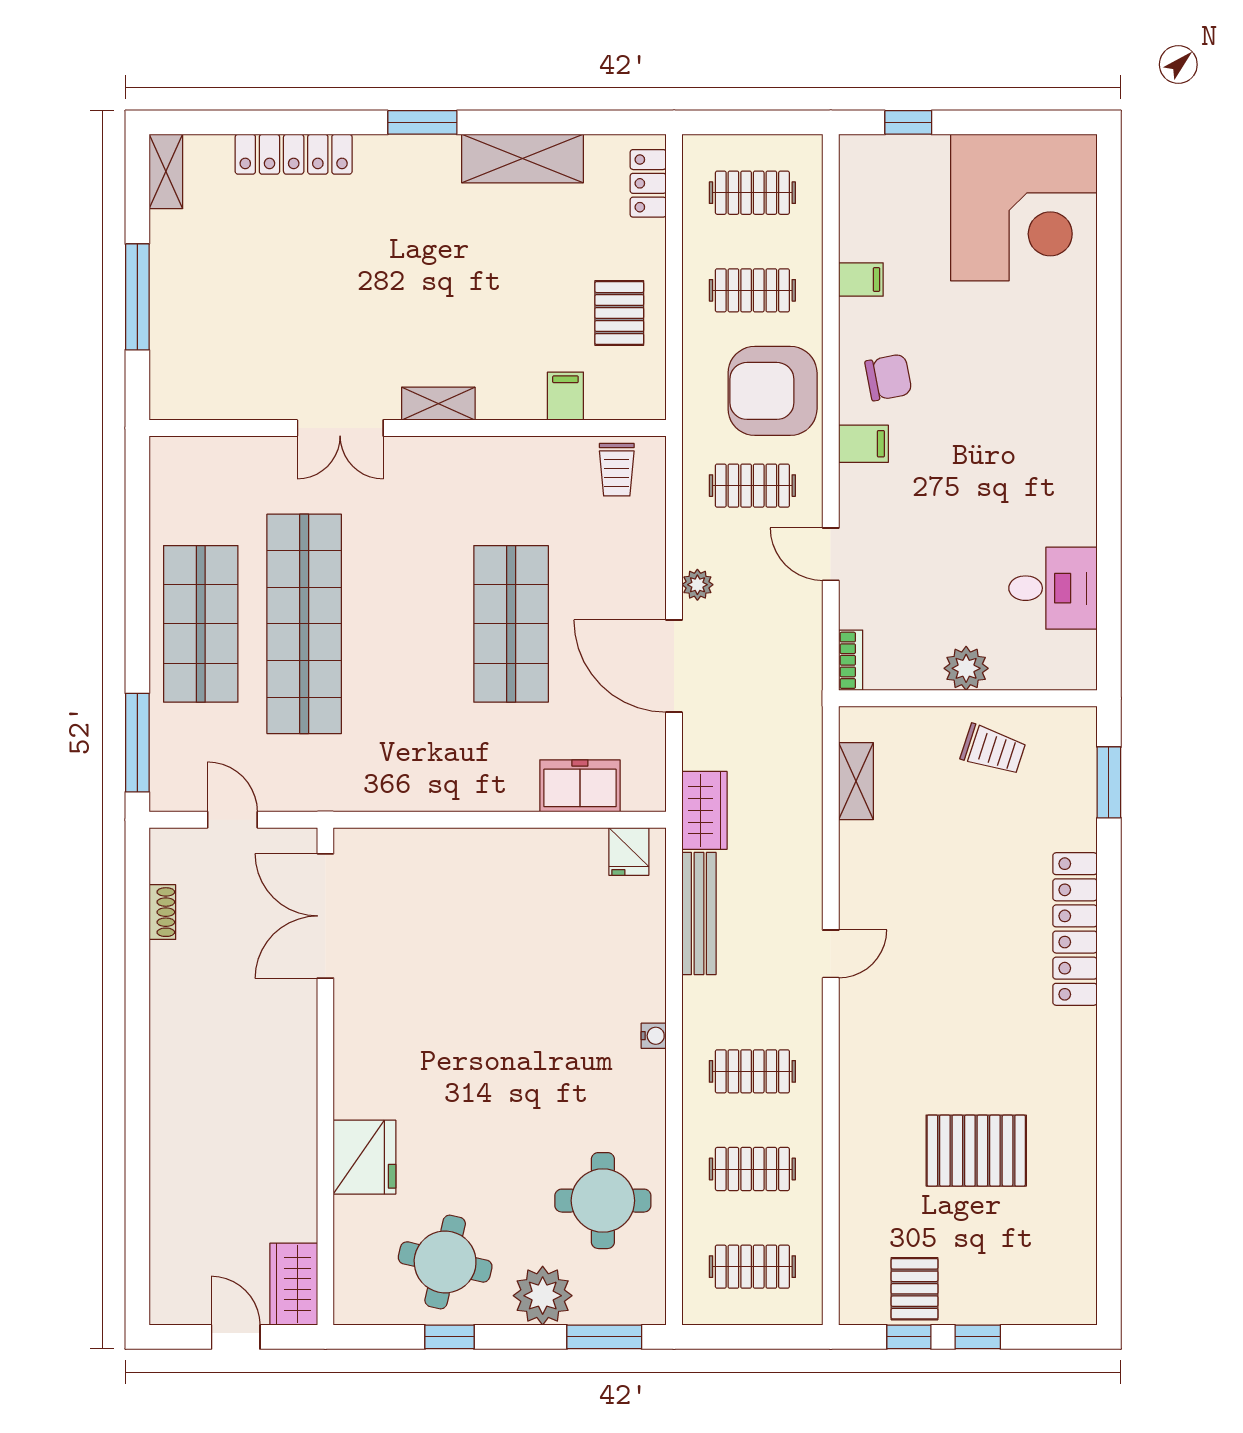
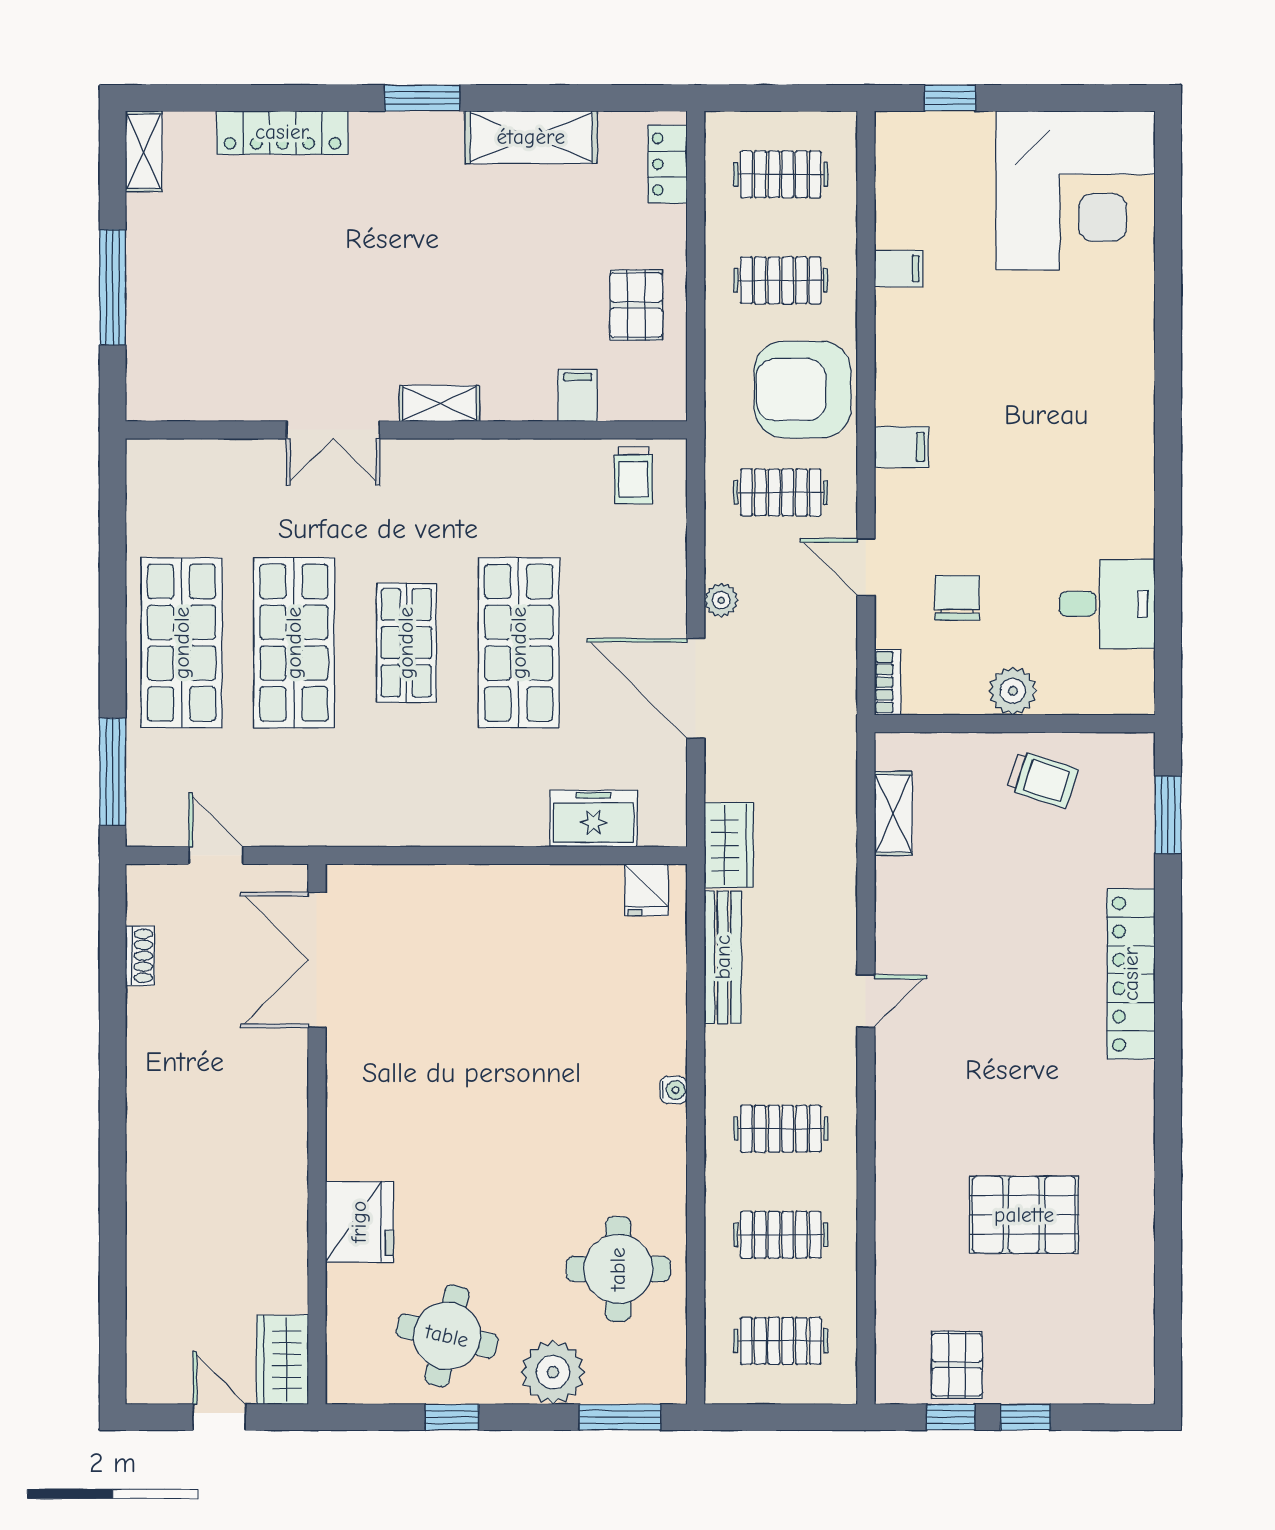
chair: (888, 377) -> (957, 598), moved, turned -79
shop shelf: (304, 624) -> (294, 643), width x0.71
shop shelf: (408, 624) -> (406, 643), added

